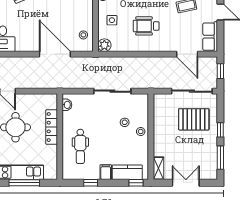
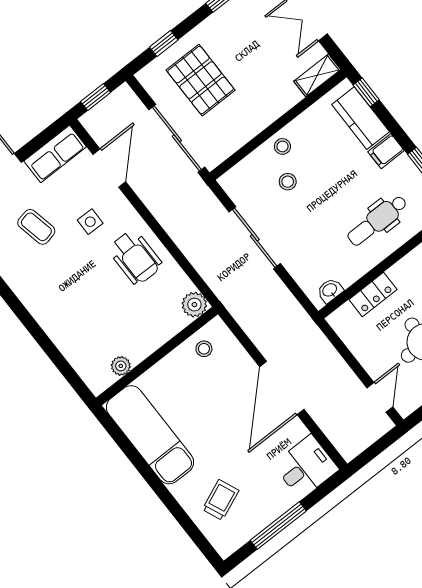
side table: (112, 20) -> (90, 222), moved
wheelchair: (146, 26) -> (135, 257), moved
door: (55, 54) -> (282, 388), moved
sliding door: (192, 91) -> (177, 138), moved
locker: (52, 127) -> (373, 294), width x0.66
window: (220, 130) -> (164, 44), moved
dental chair: (80, 146) -> (377, 220), turned 180

